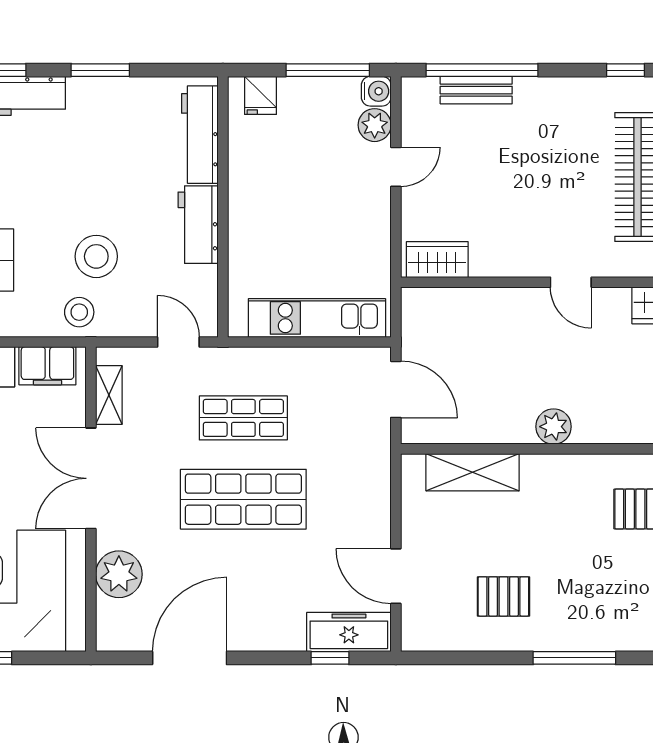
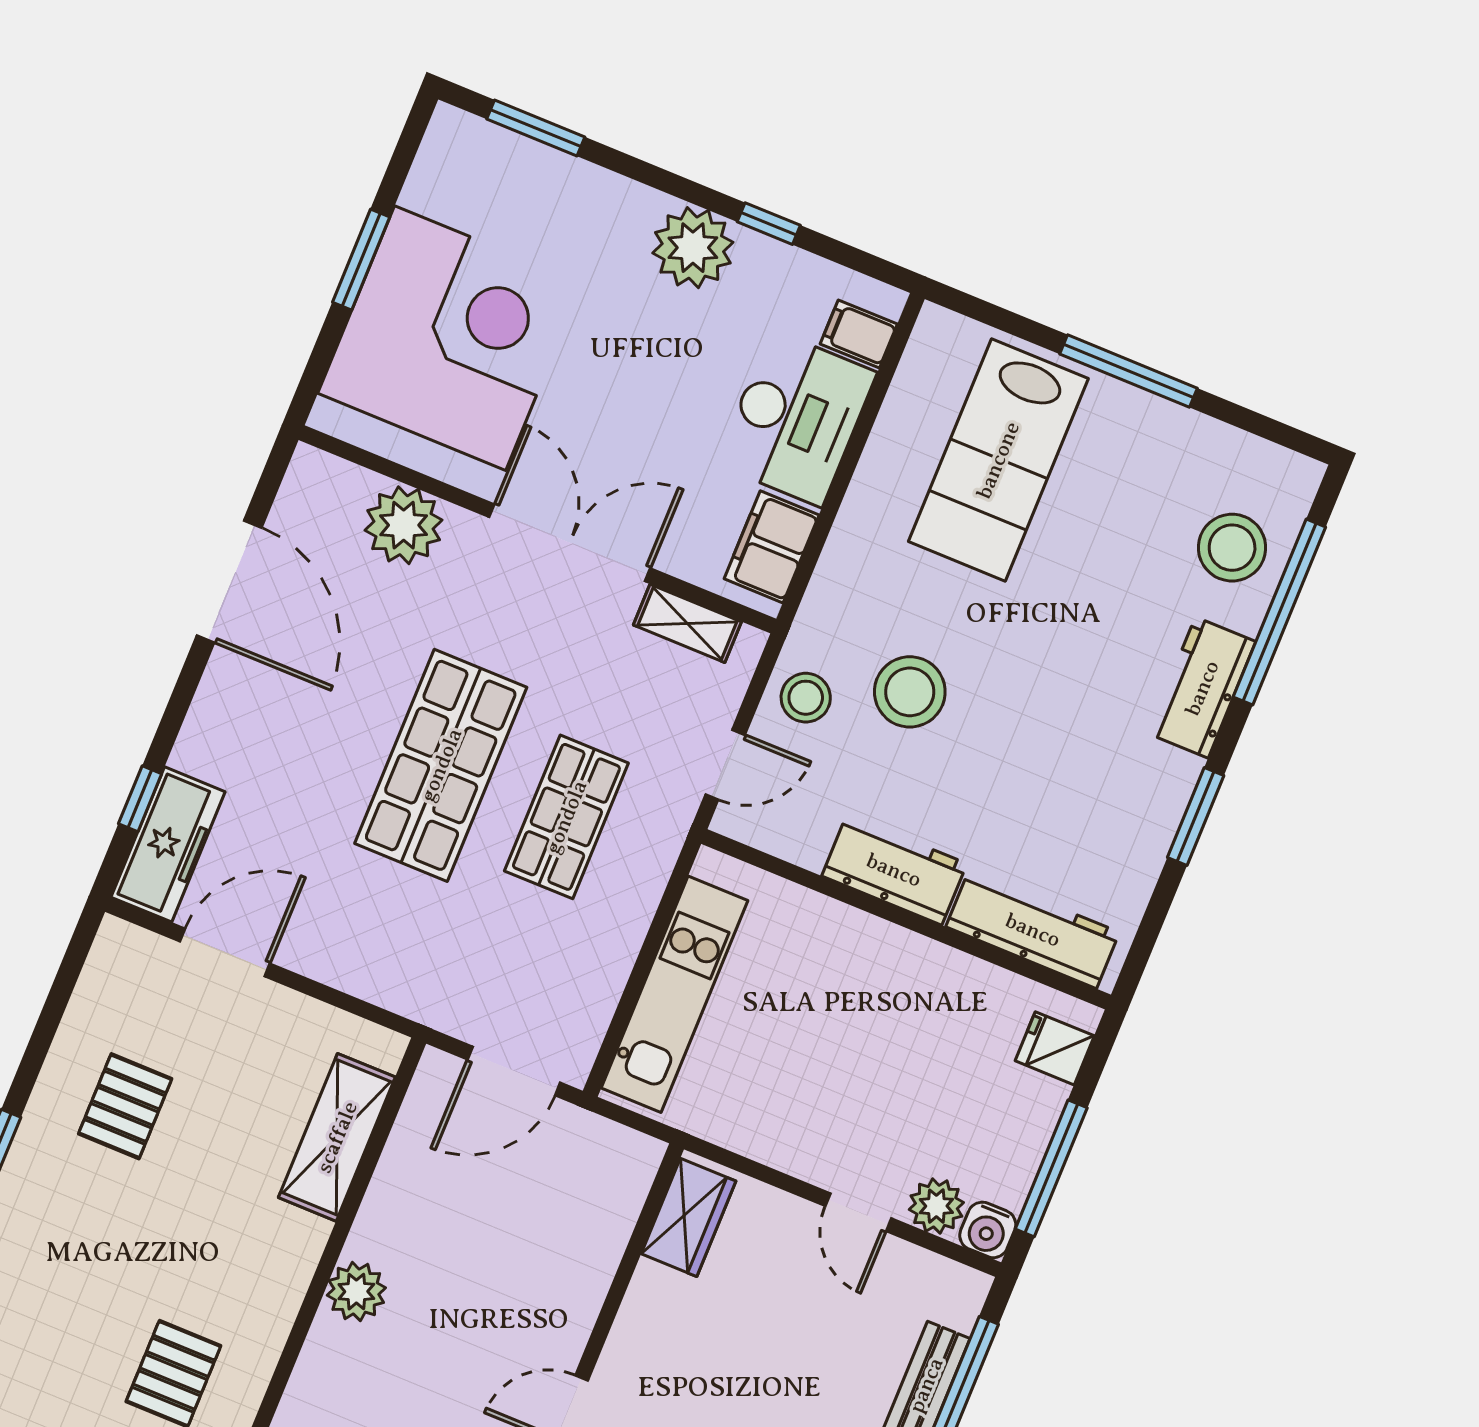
stool: (79, 312) -> (806, 698), moved

